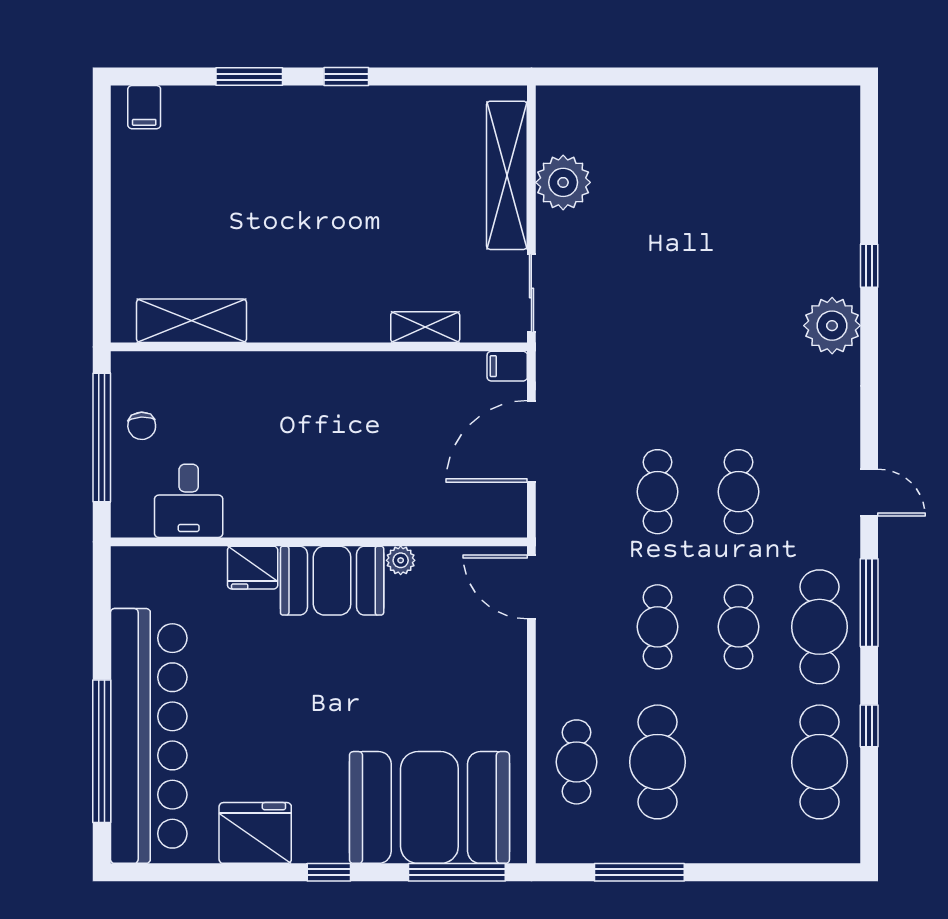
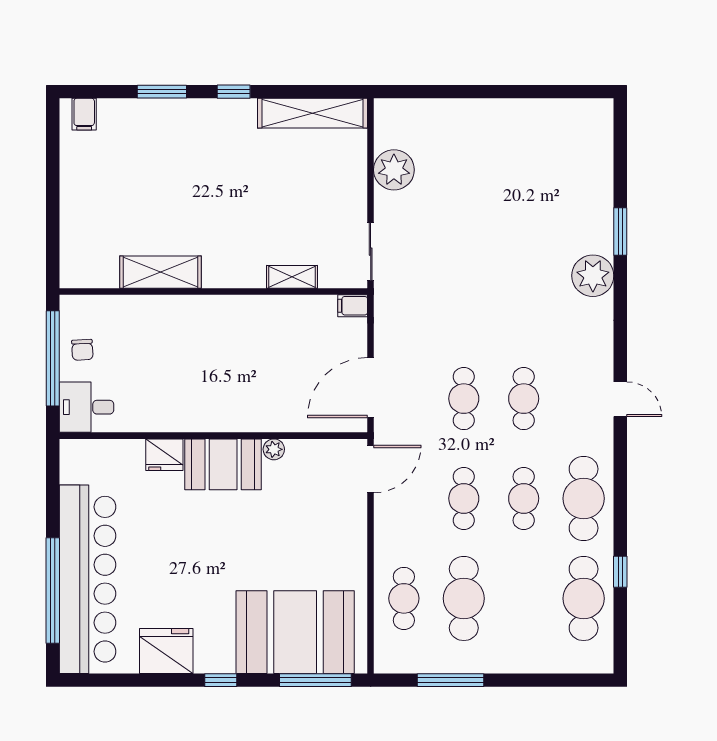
shelving: (507, 175) -> (312, 113), moved, turned 90
window: (869, 266) -> (620, 231), width x1.50
shelving: (191, 321) -> (161, 272), moved
door: (531, 441) -> (371, 388), moved
desk: (189, 501) -> (86, 407), moved, turned 90
door: (531, 587) -> (371, 469), swing flipped
window: (869, 603) -> (620, 481), removed

